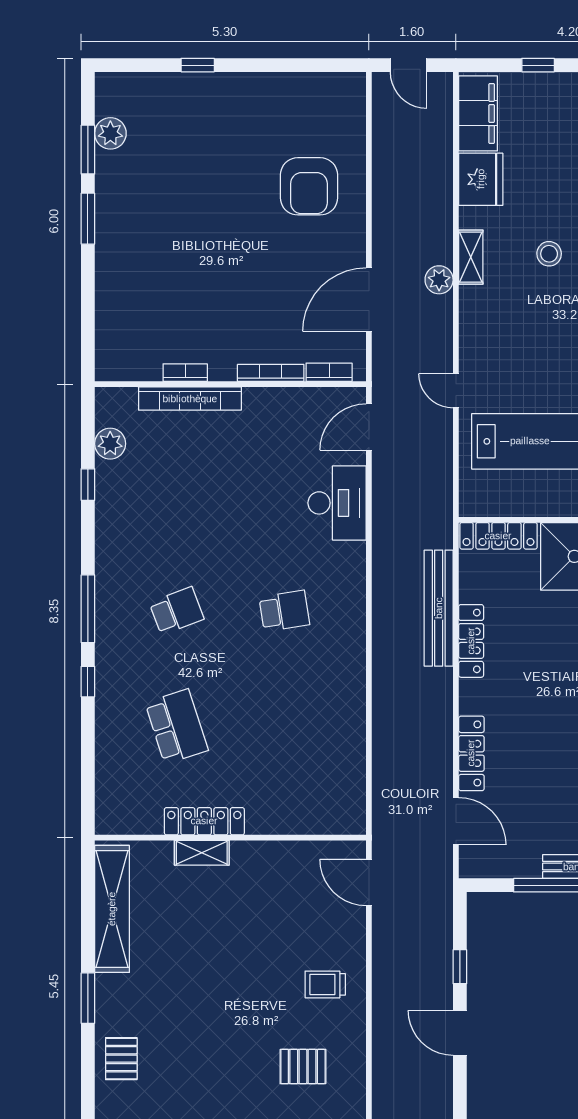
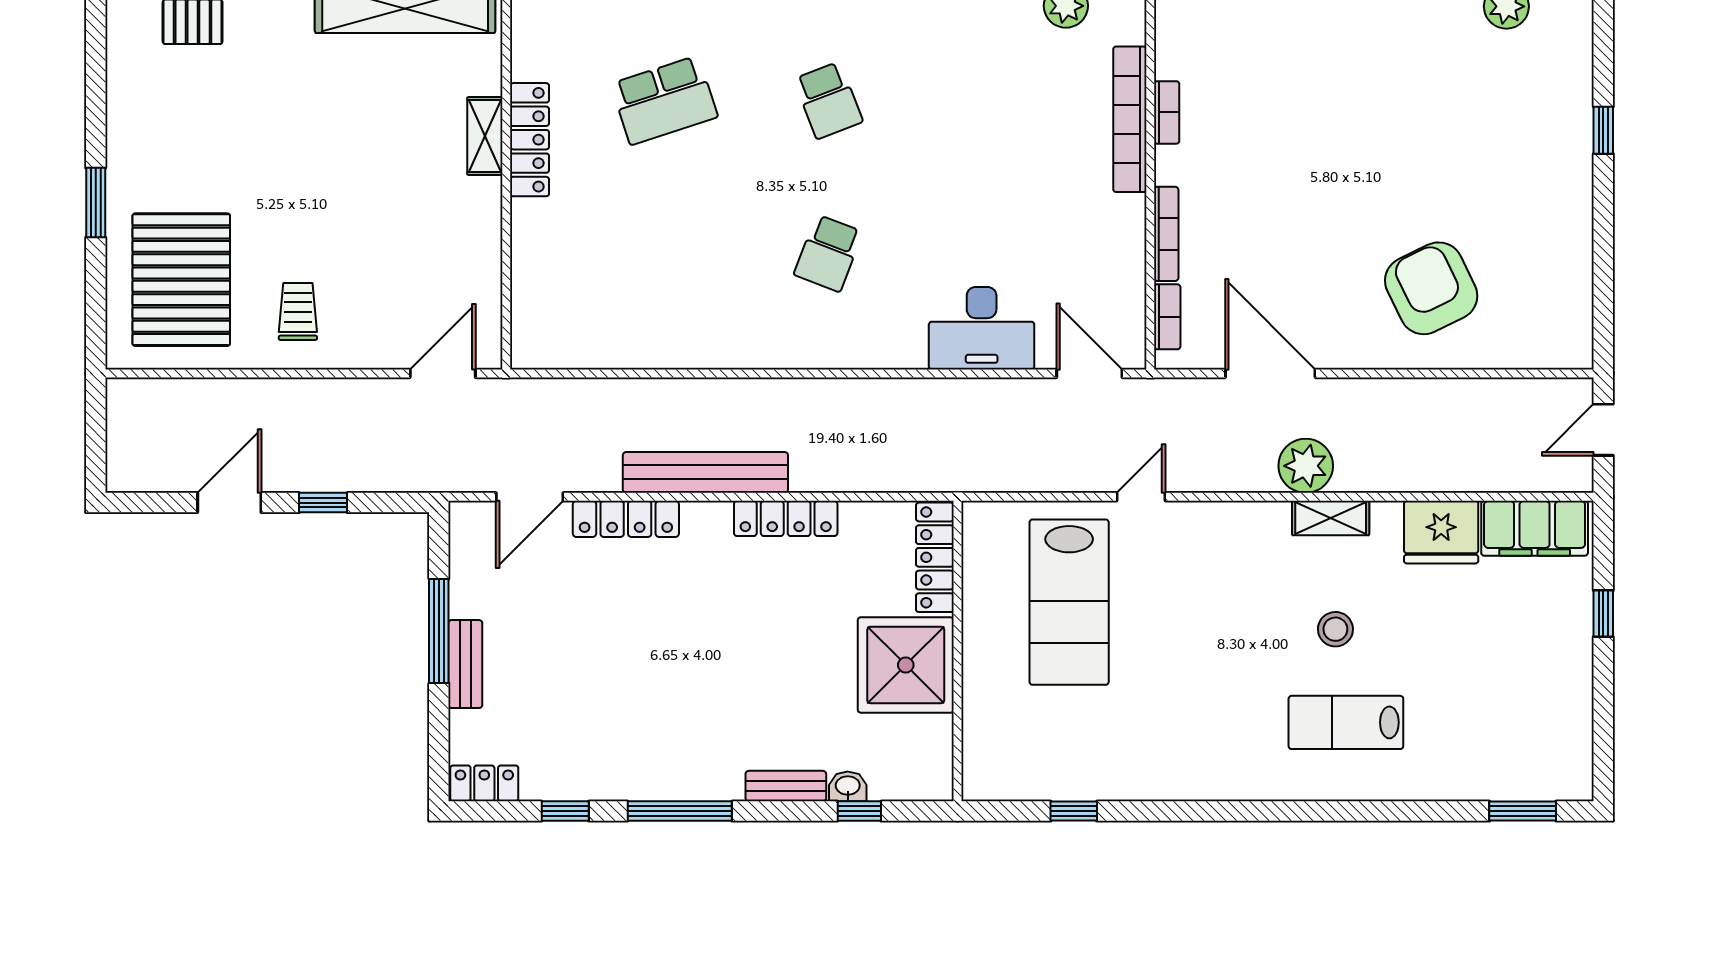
armchair: (309, 186) -> (1431, 288), turned 64
plant: (439, 280) -> (1306, 466), width x1.36, depth x1.36
bench: (439, 608) -> (705, 472), moved
school desk: (284, 611) -> (828, 253), turned 30
pallet: (303, 1067) -> (181, 280), width x2.05, depth x2.00

